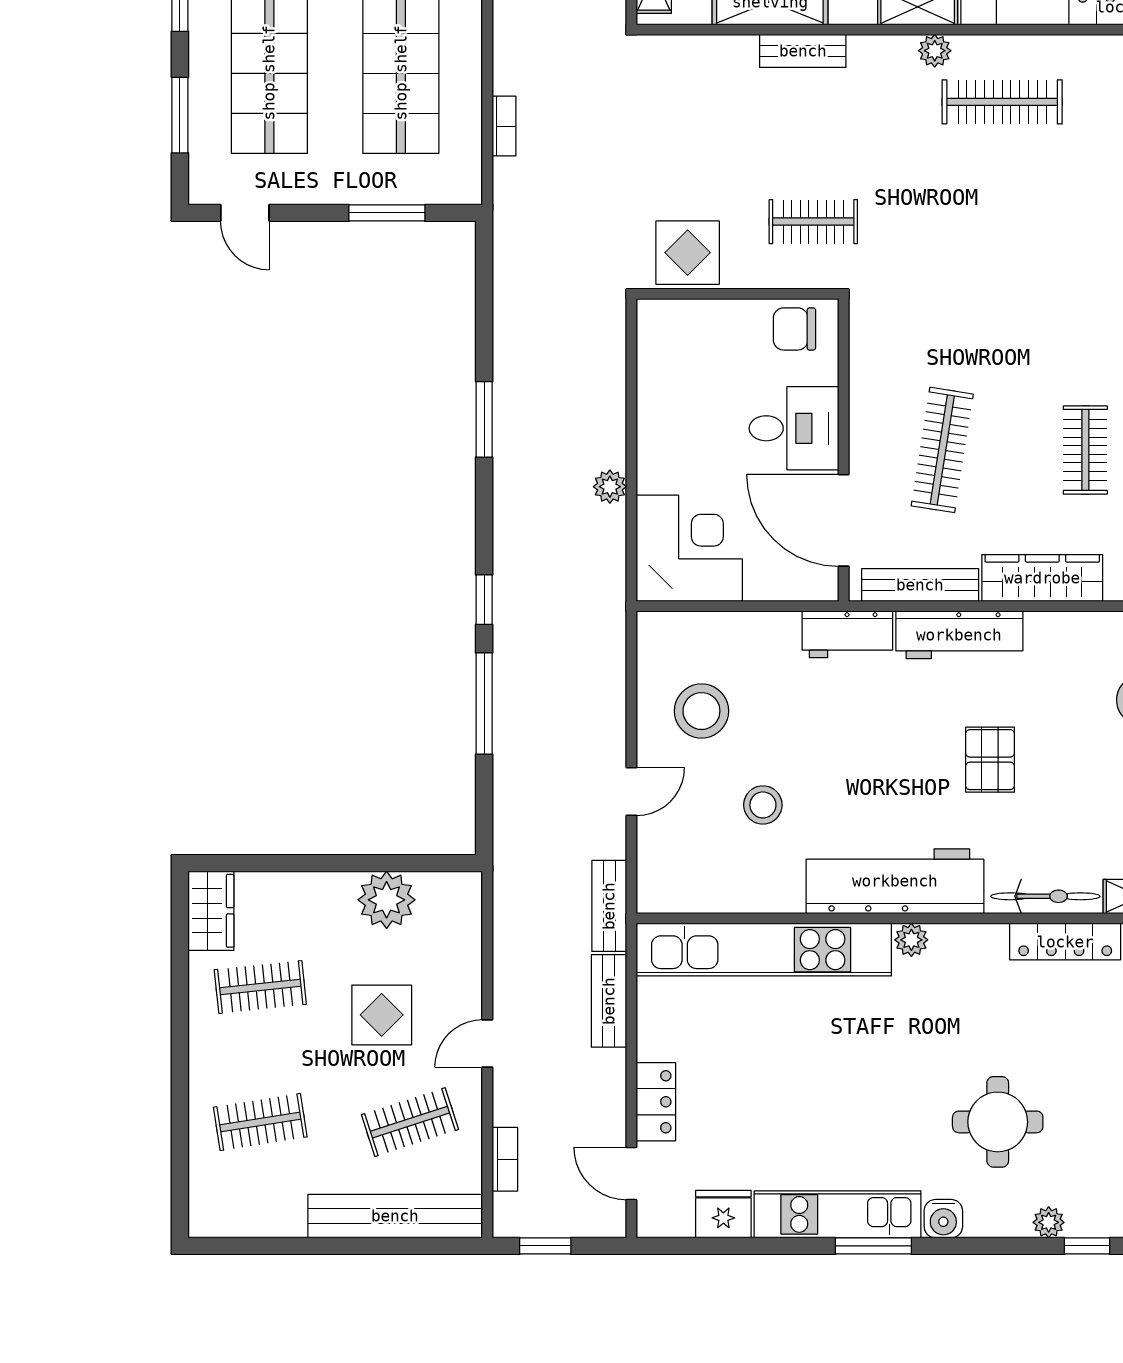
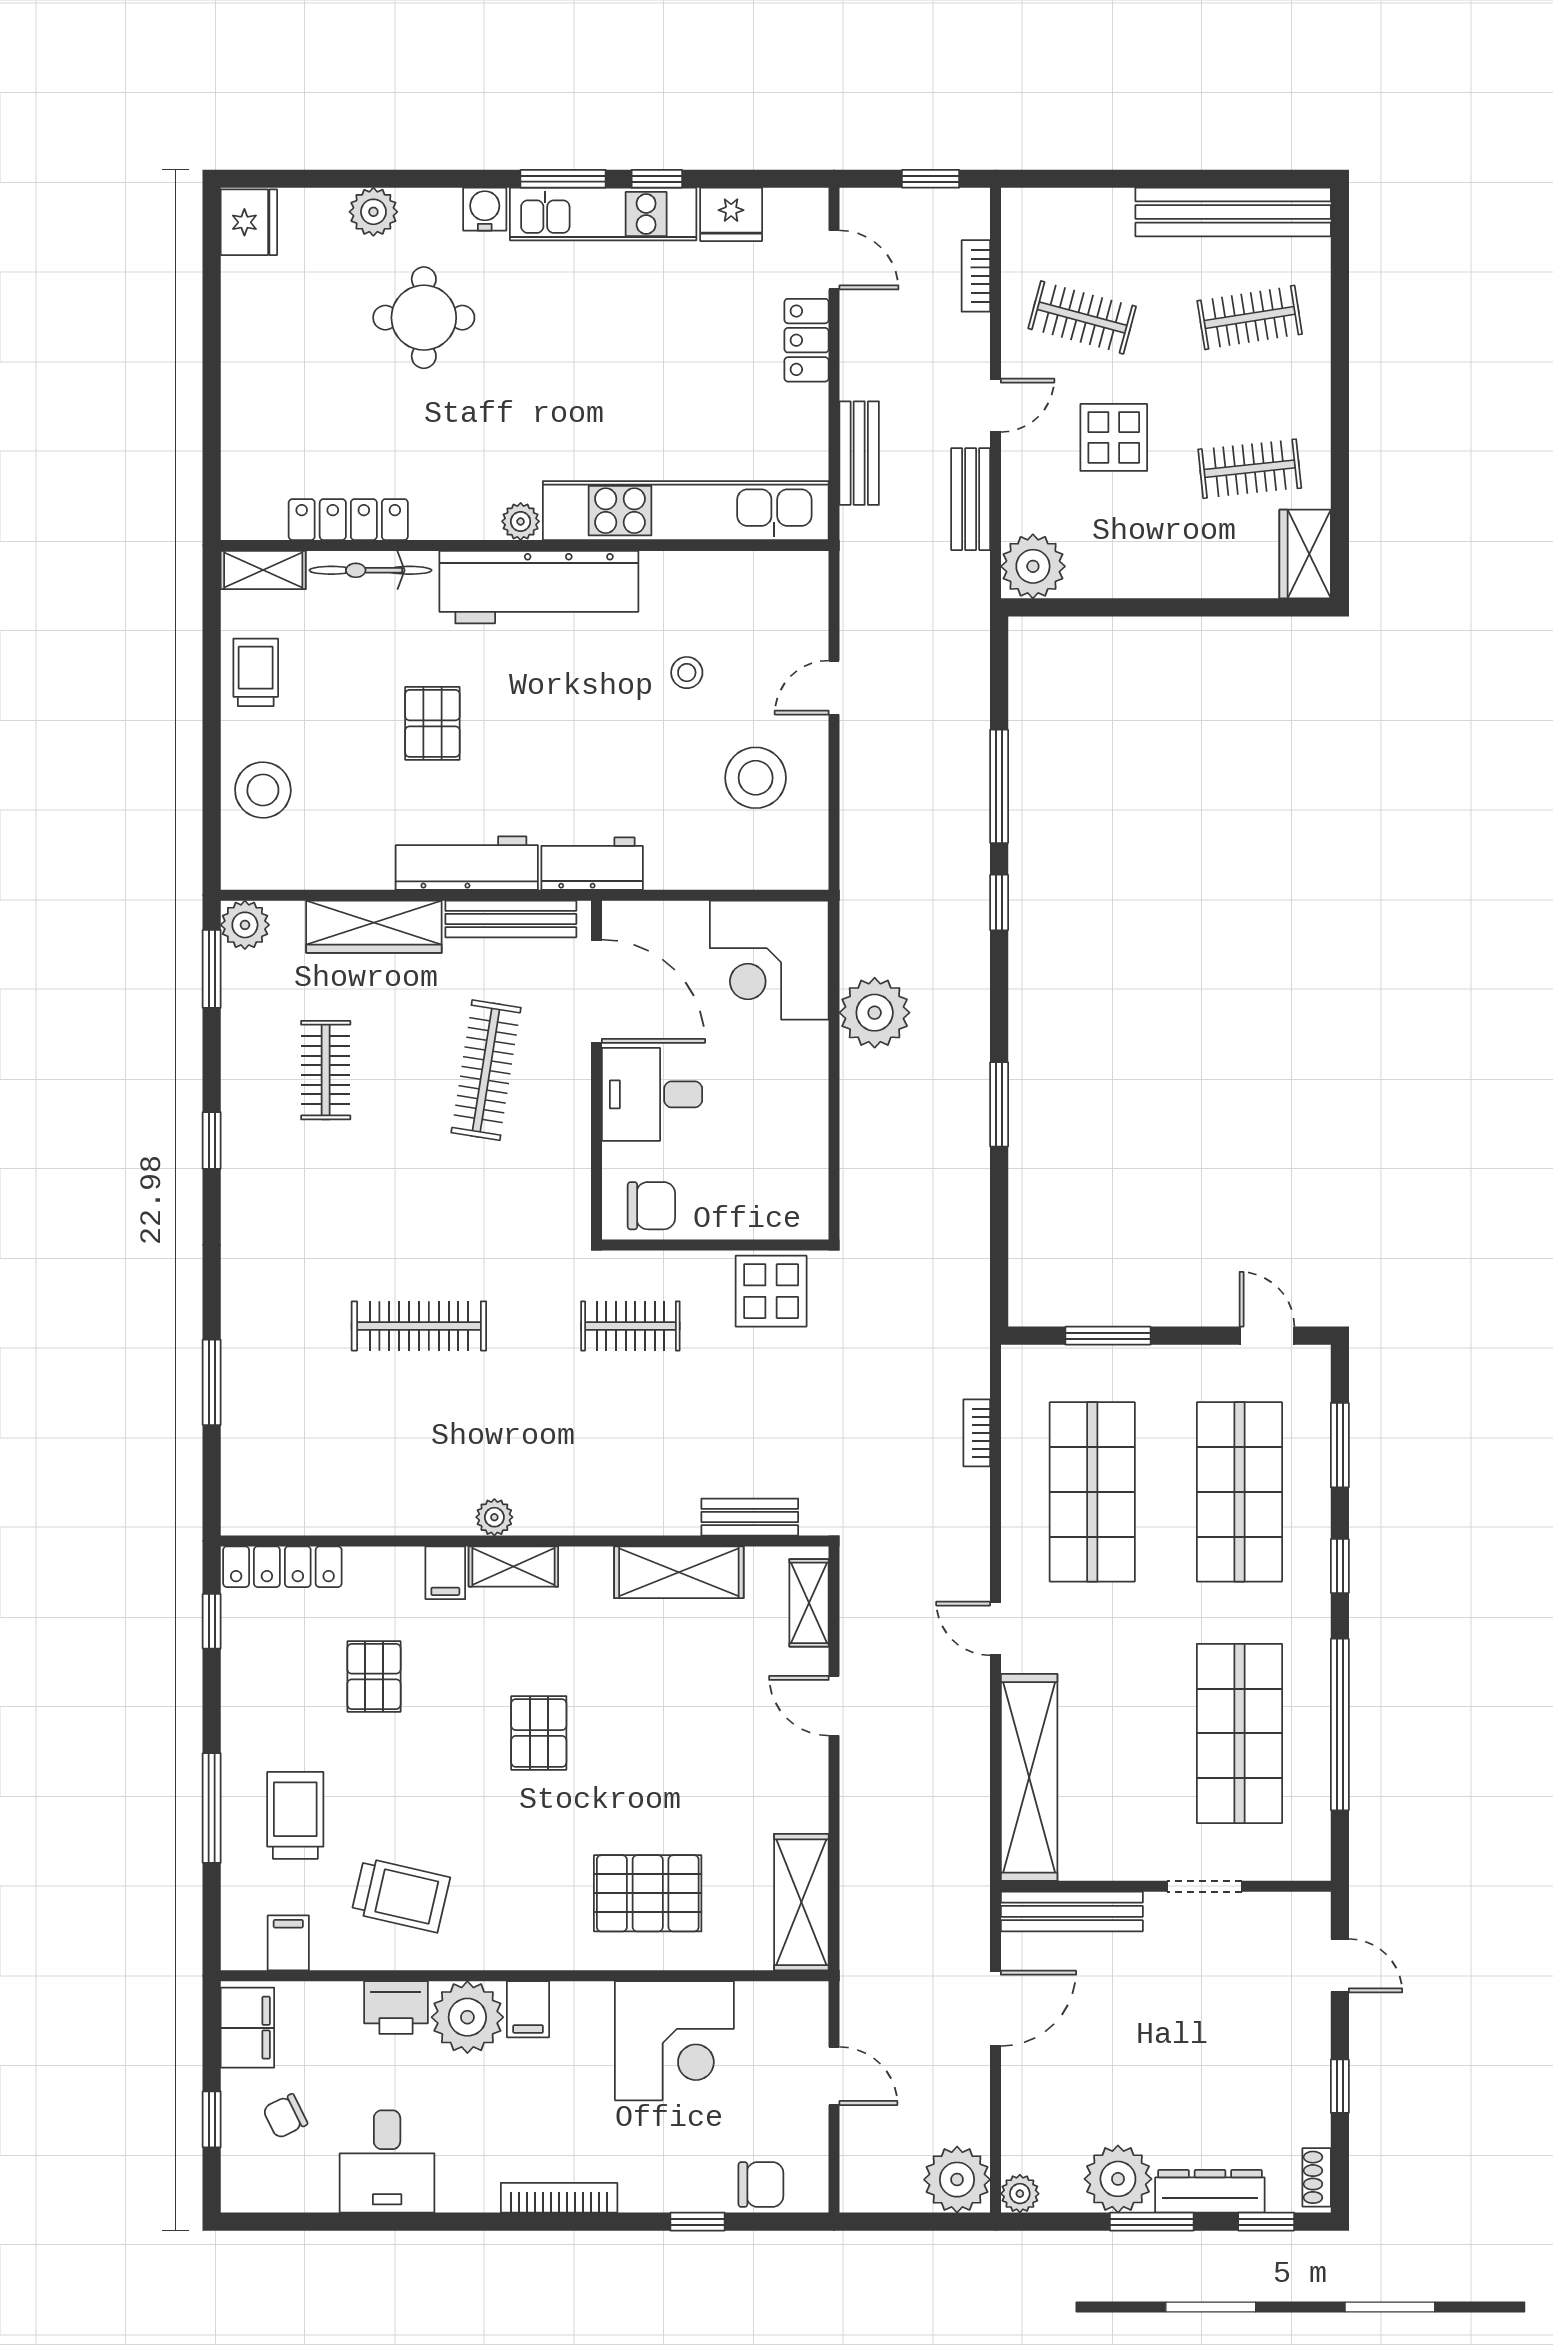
bench: (803, 51) -> (750, 1517), moved
clothes rail: (1002, 102) -> (419, 1326), moved
plant: (610, 487) -> (875, 1013), width x1.87, depth x1.87
stool: (763, 805) -> (687, 673), width x0.73, depth x0.73
plant: (387, 900) -> (1033, 566), moved
bench: (609, 906) -> (971, 499), moved
clothes rail: (410, 1122) -> (1082, 317), turned 33
bench: (395, 1216) -> (1233, 212), moved
plant: (1049, 1222) -> (373, 212), width x1.38, depth x1.38
window: (1087, 1246) -> (657, 179), moved

